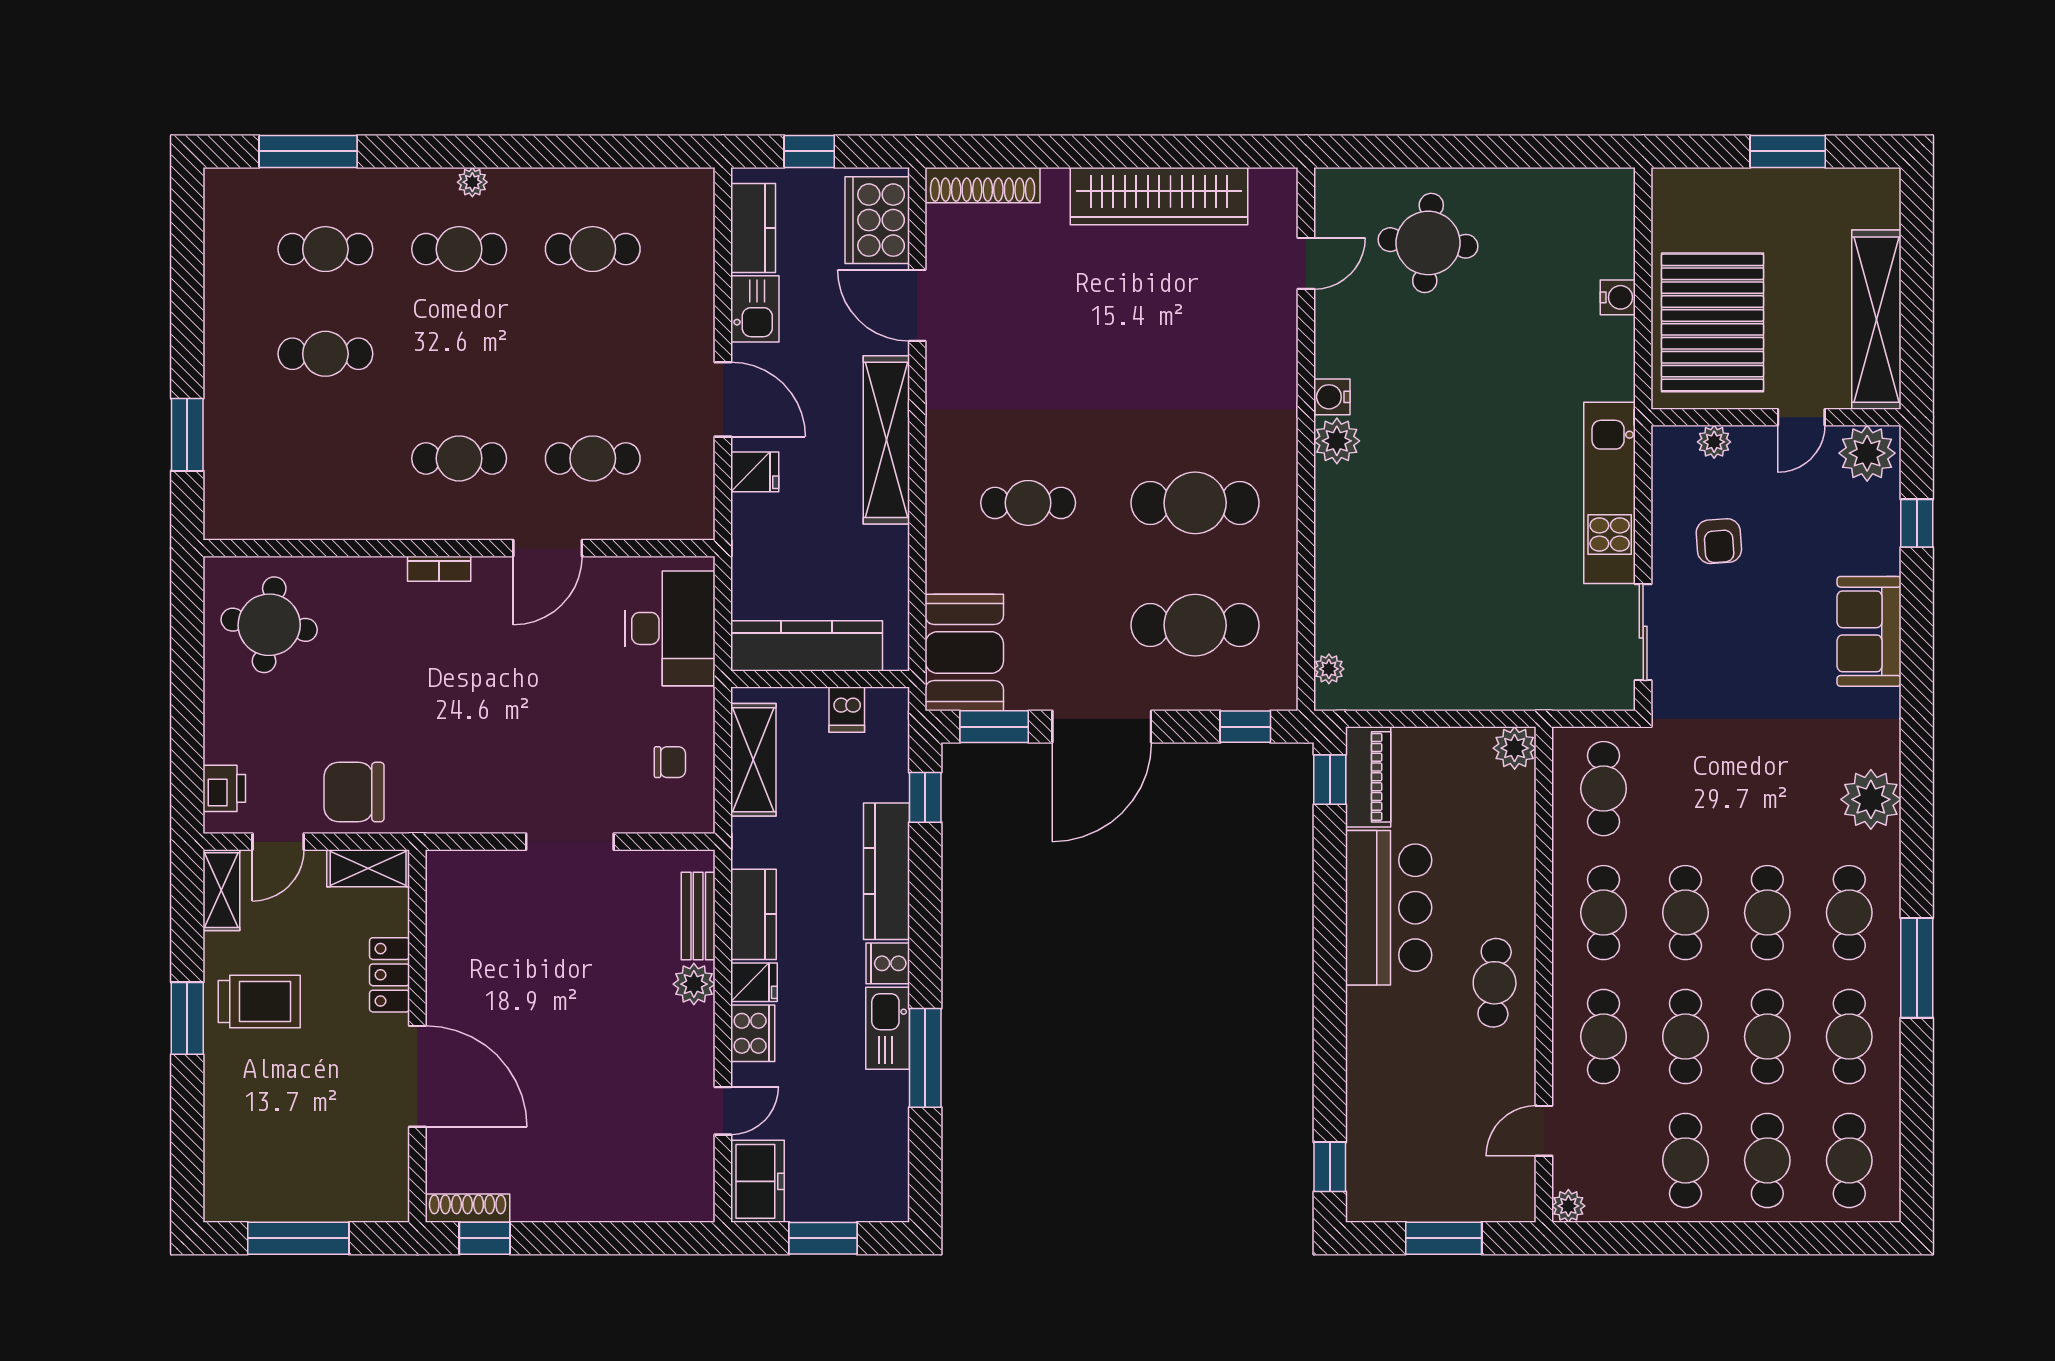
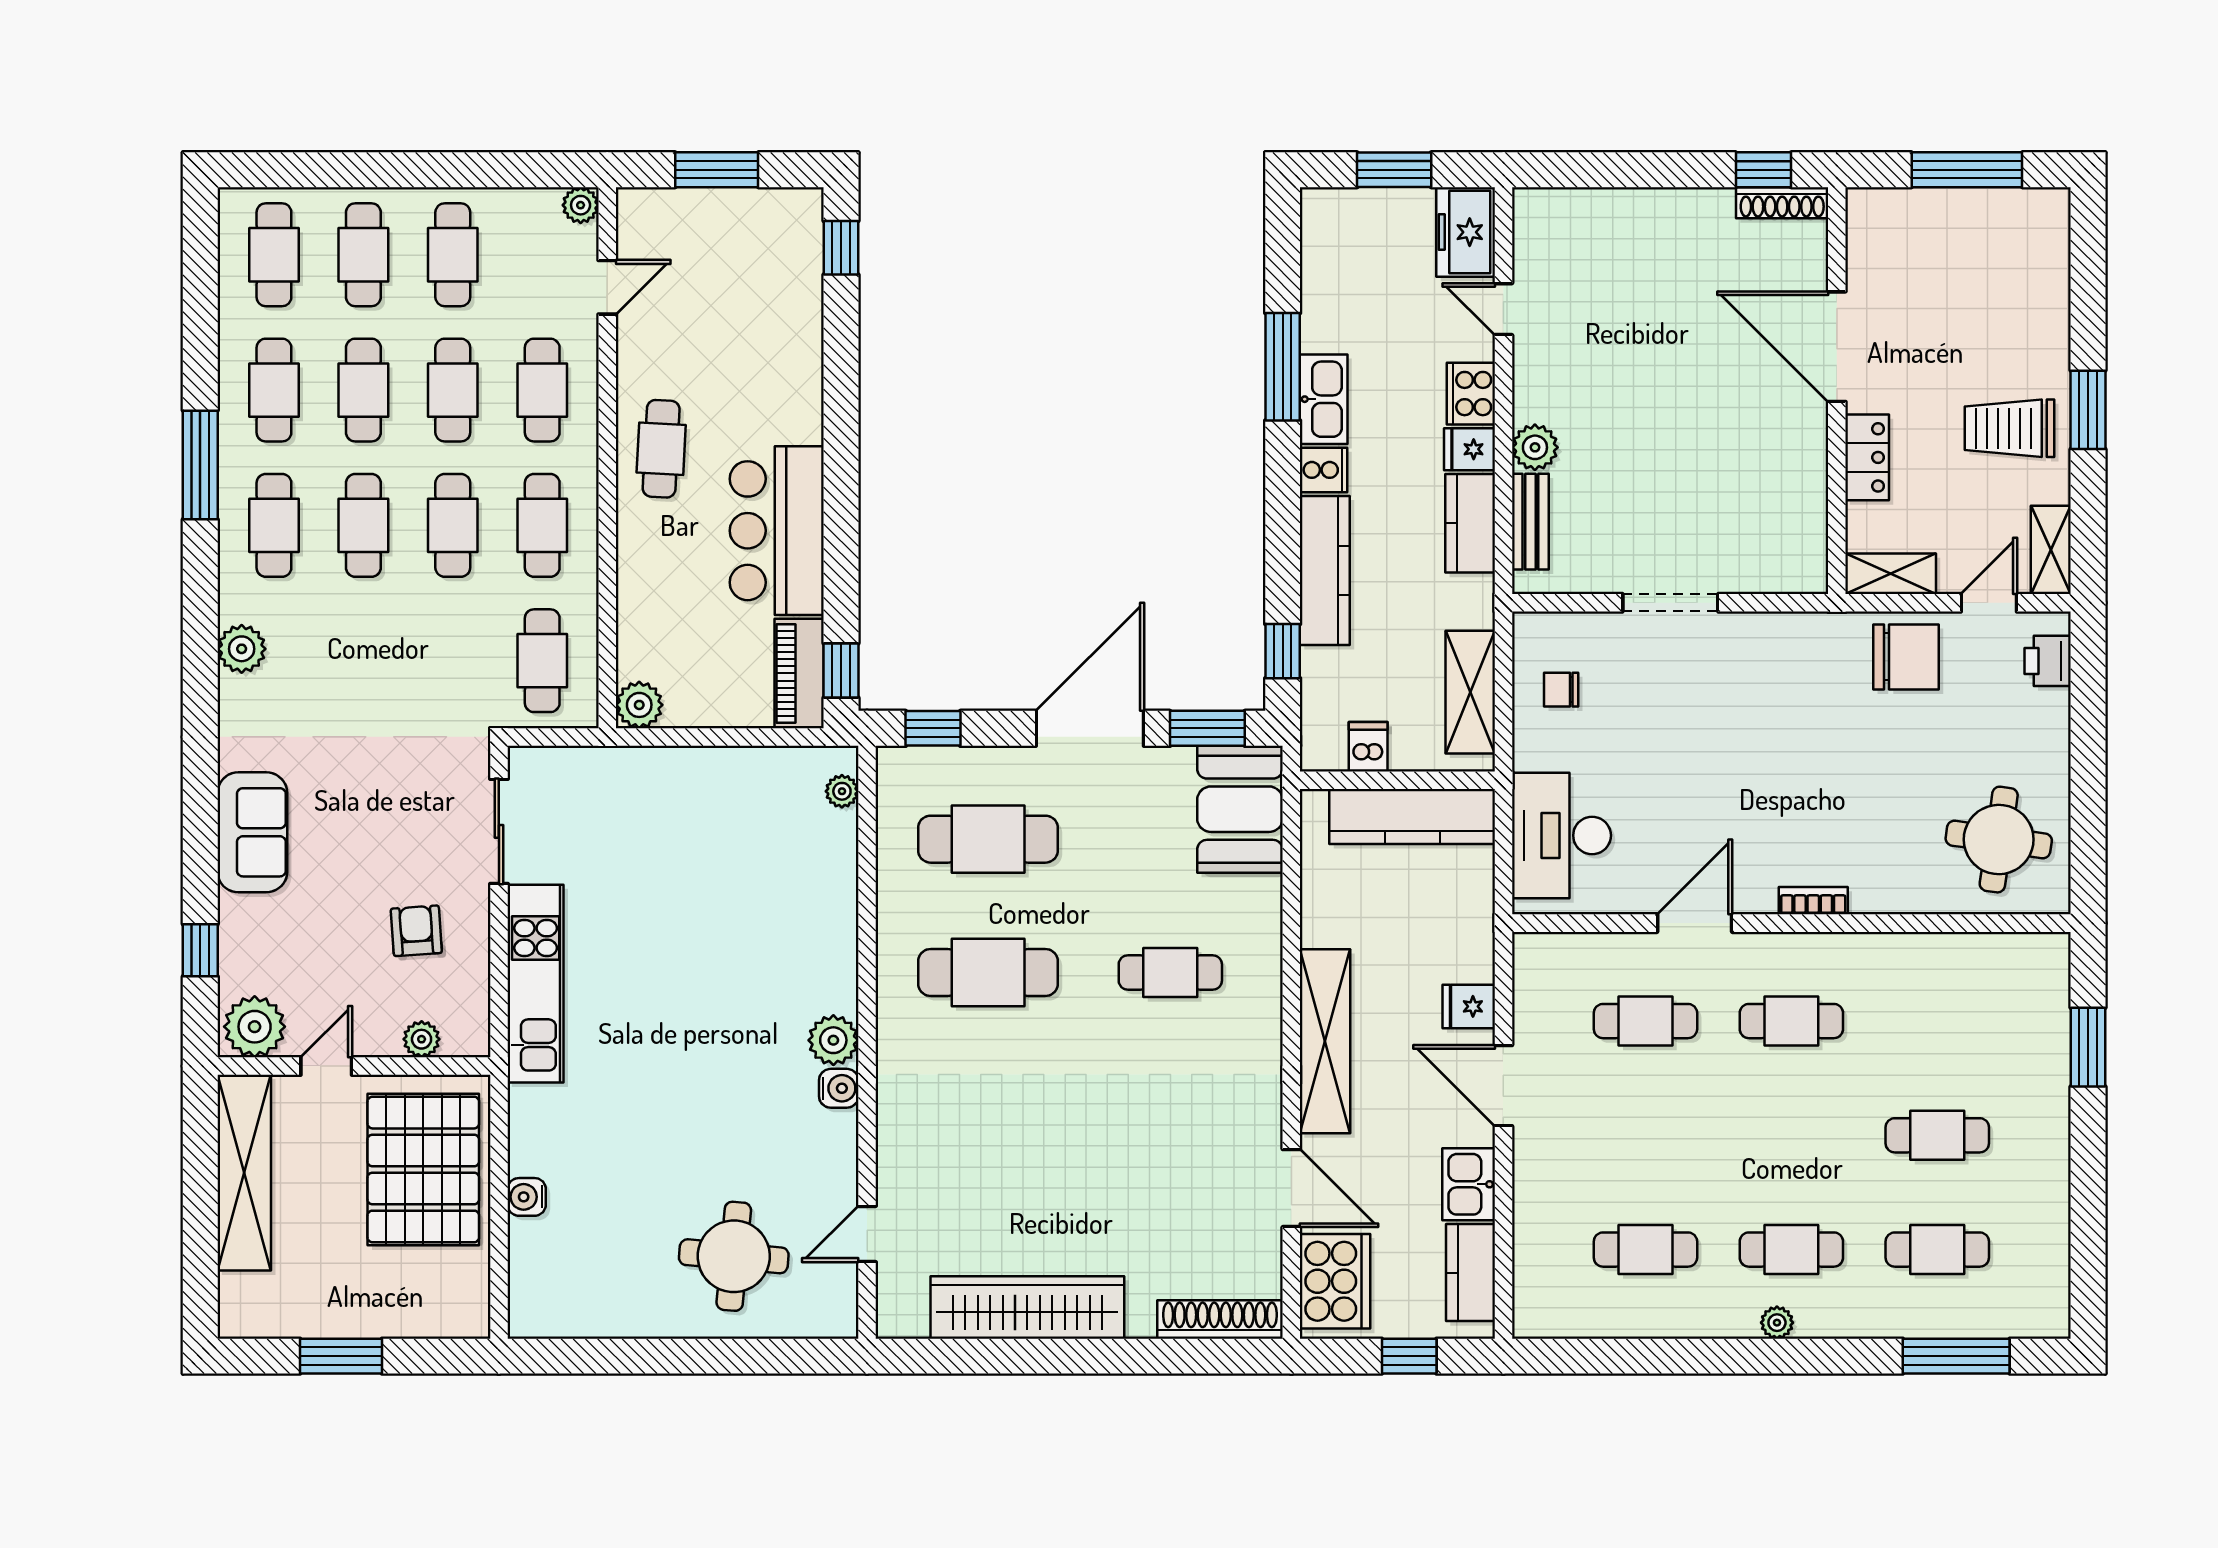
plant: (1871, 799) -> (242, 649), width x0.73, depth x0.73
door: (723, 1111) -> (1503, 309), hinge flipped

